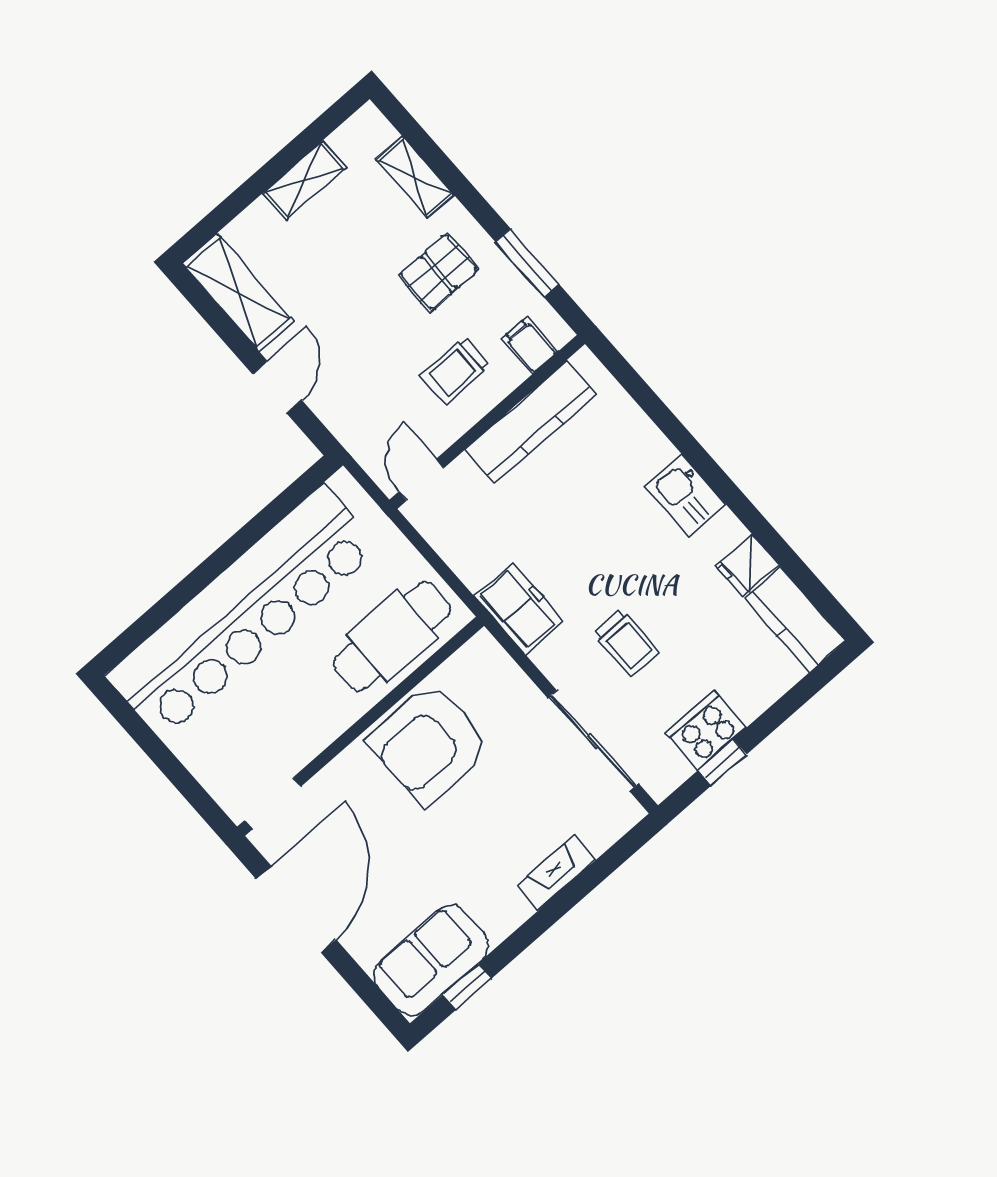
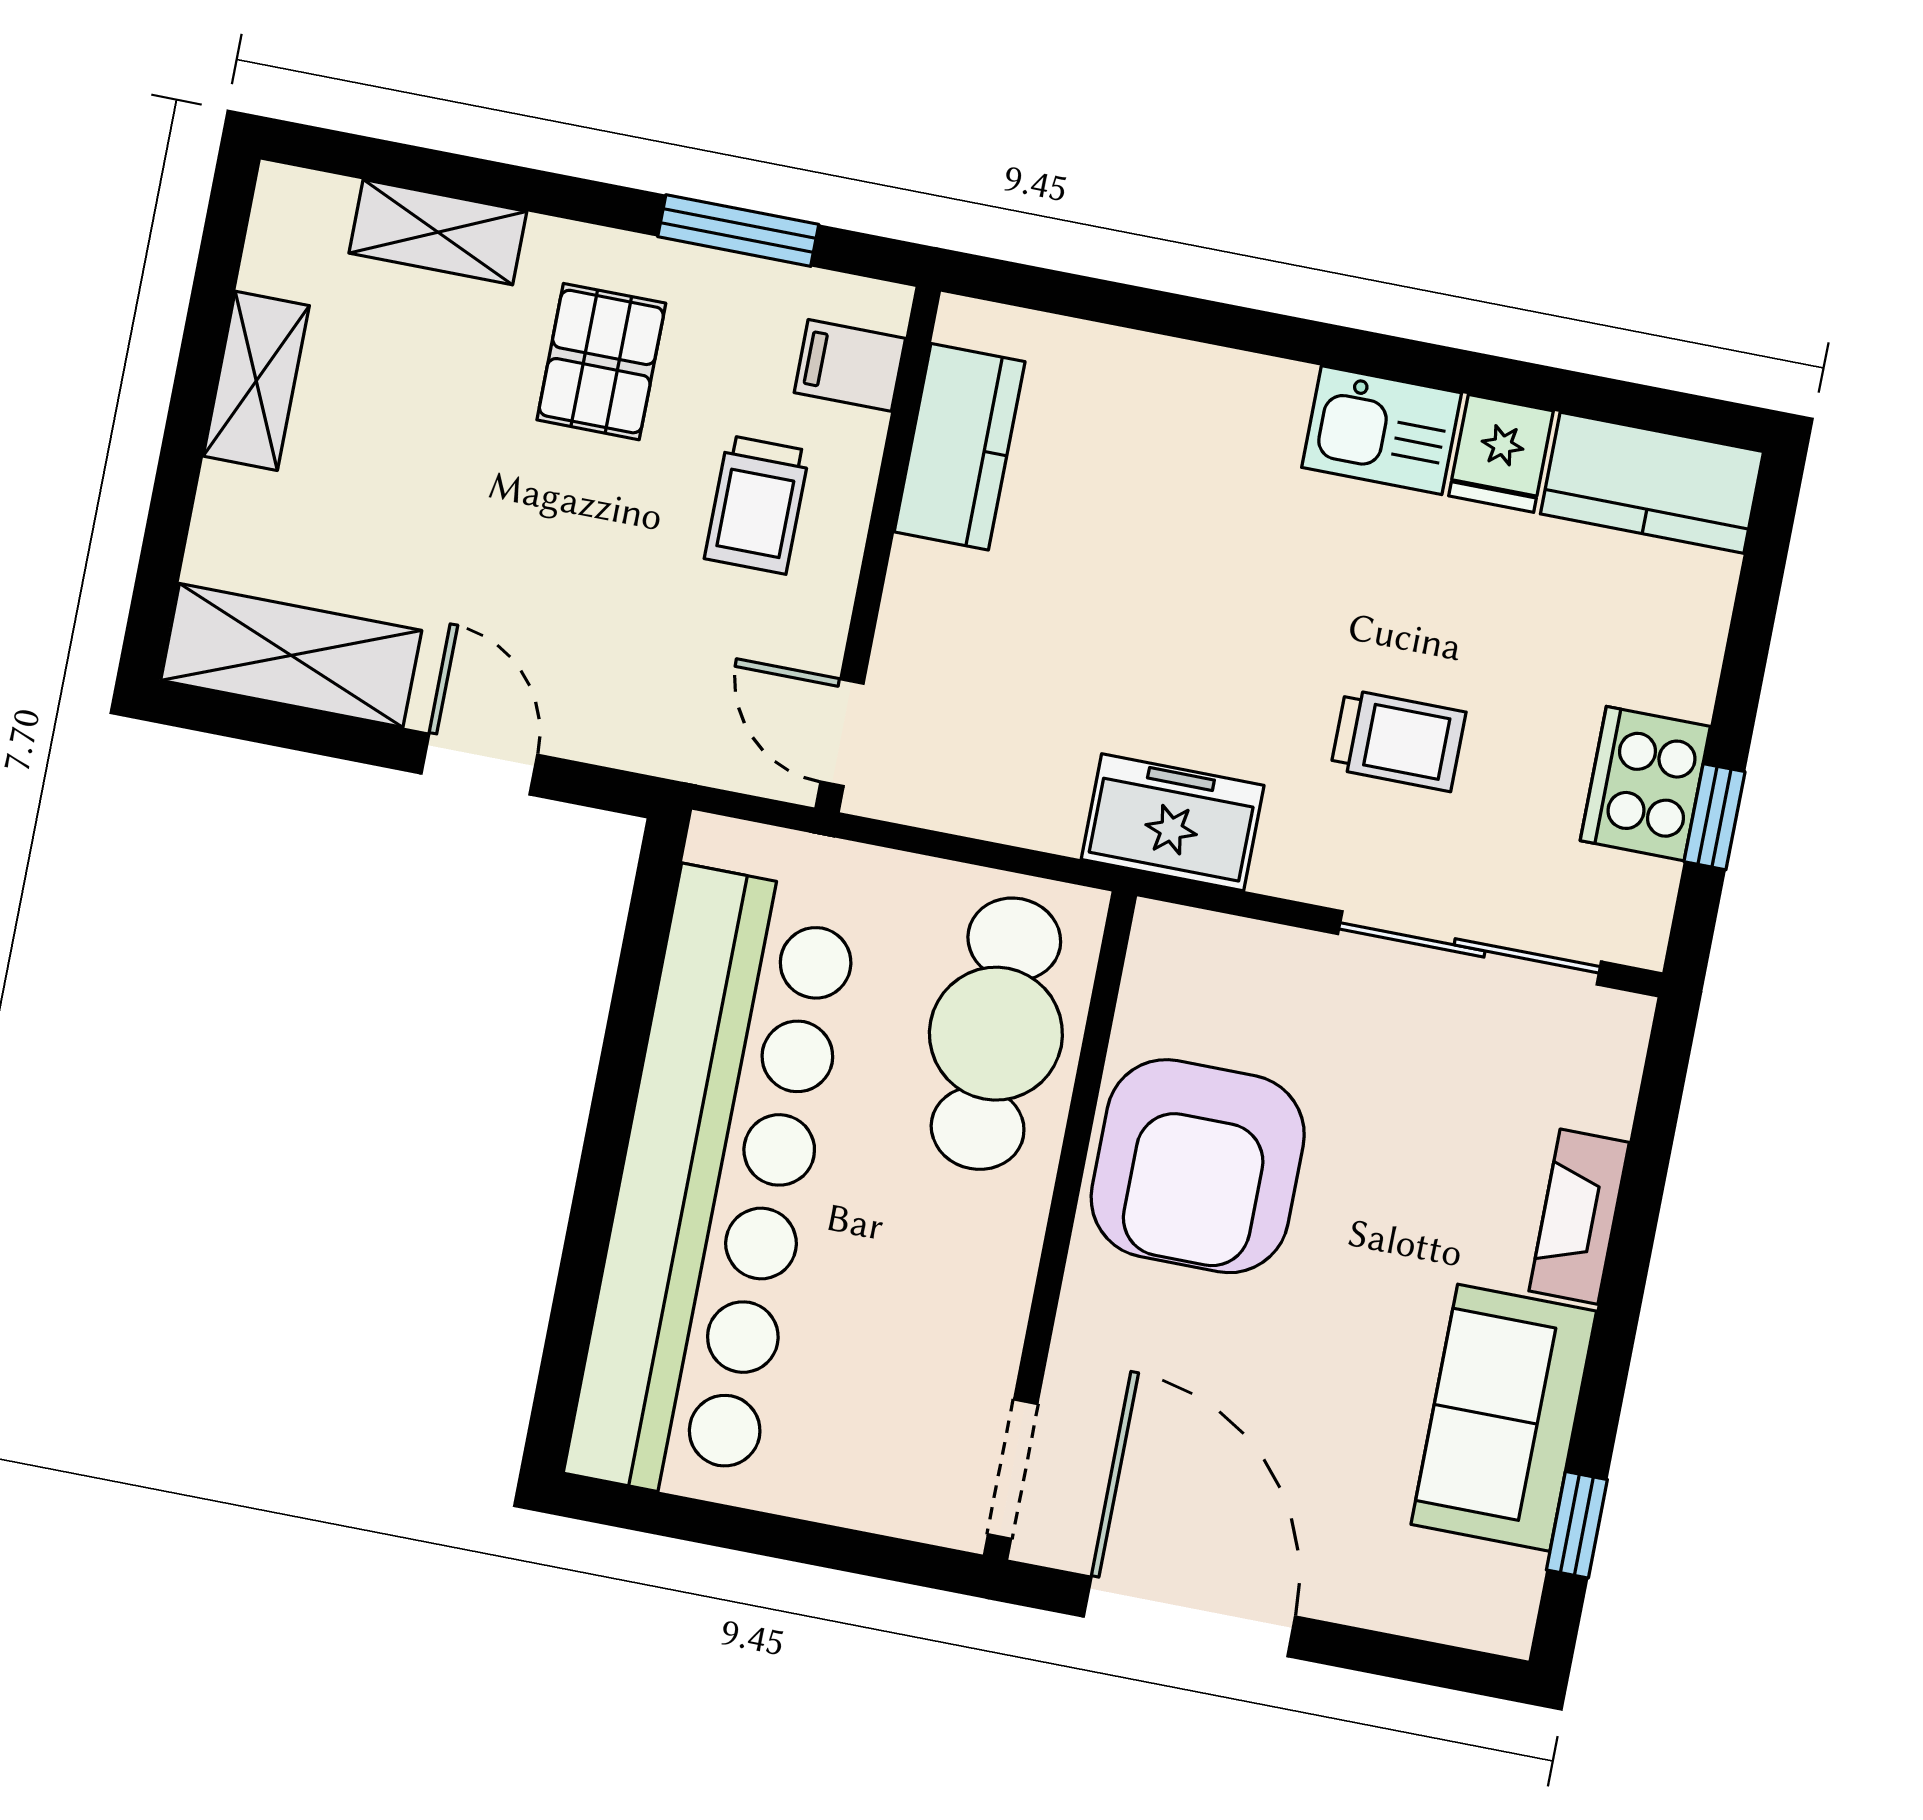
kitchen counter: (530, 422) -> (960, 447), width x0.67
kitchen sink: (686, 495) -> (1382, 430), moved
sofa: (431, 960) -> (1504, 1418), moved

